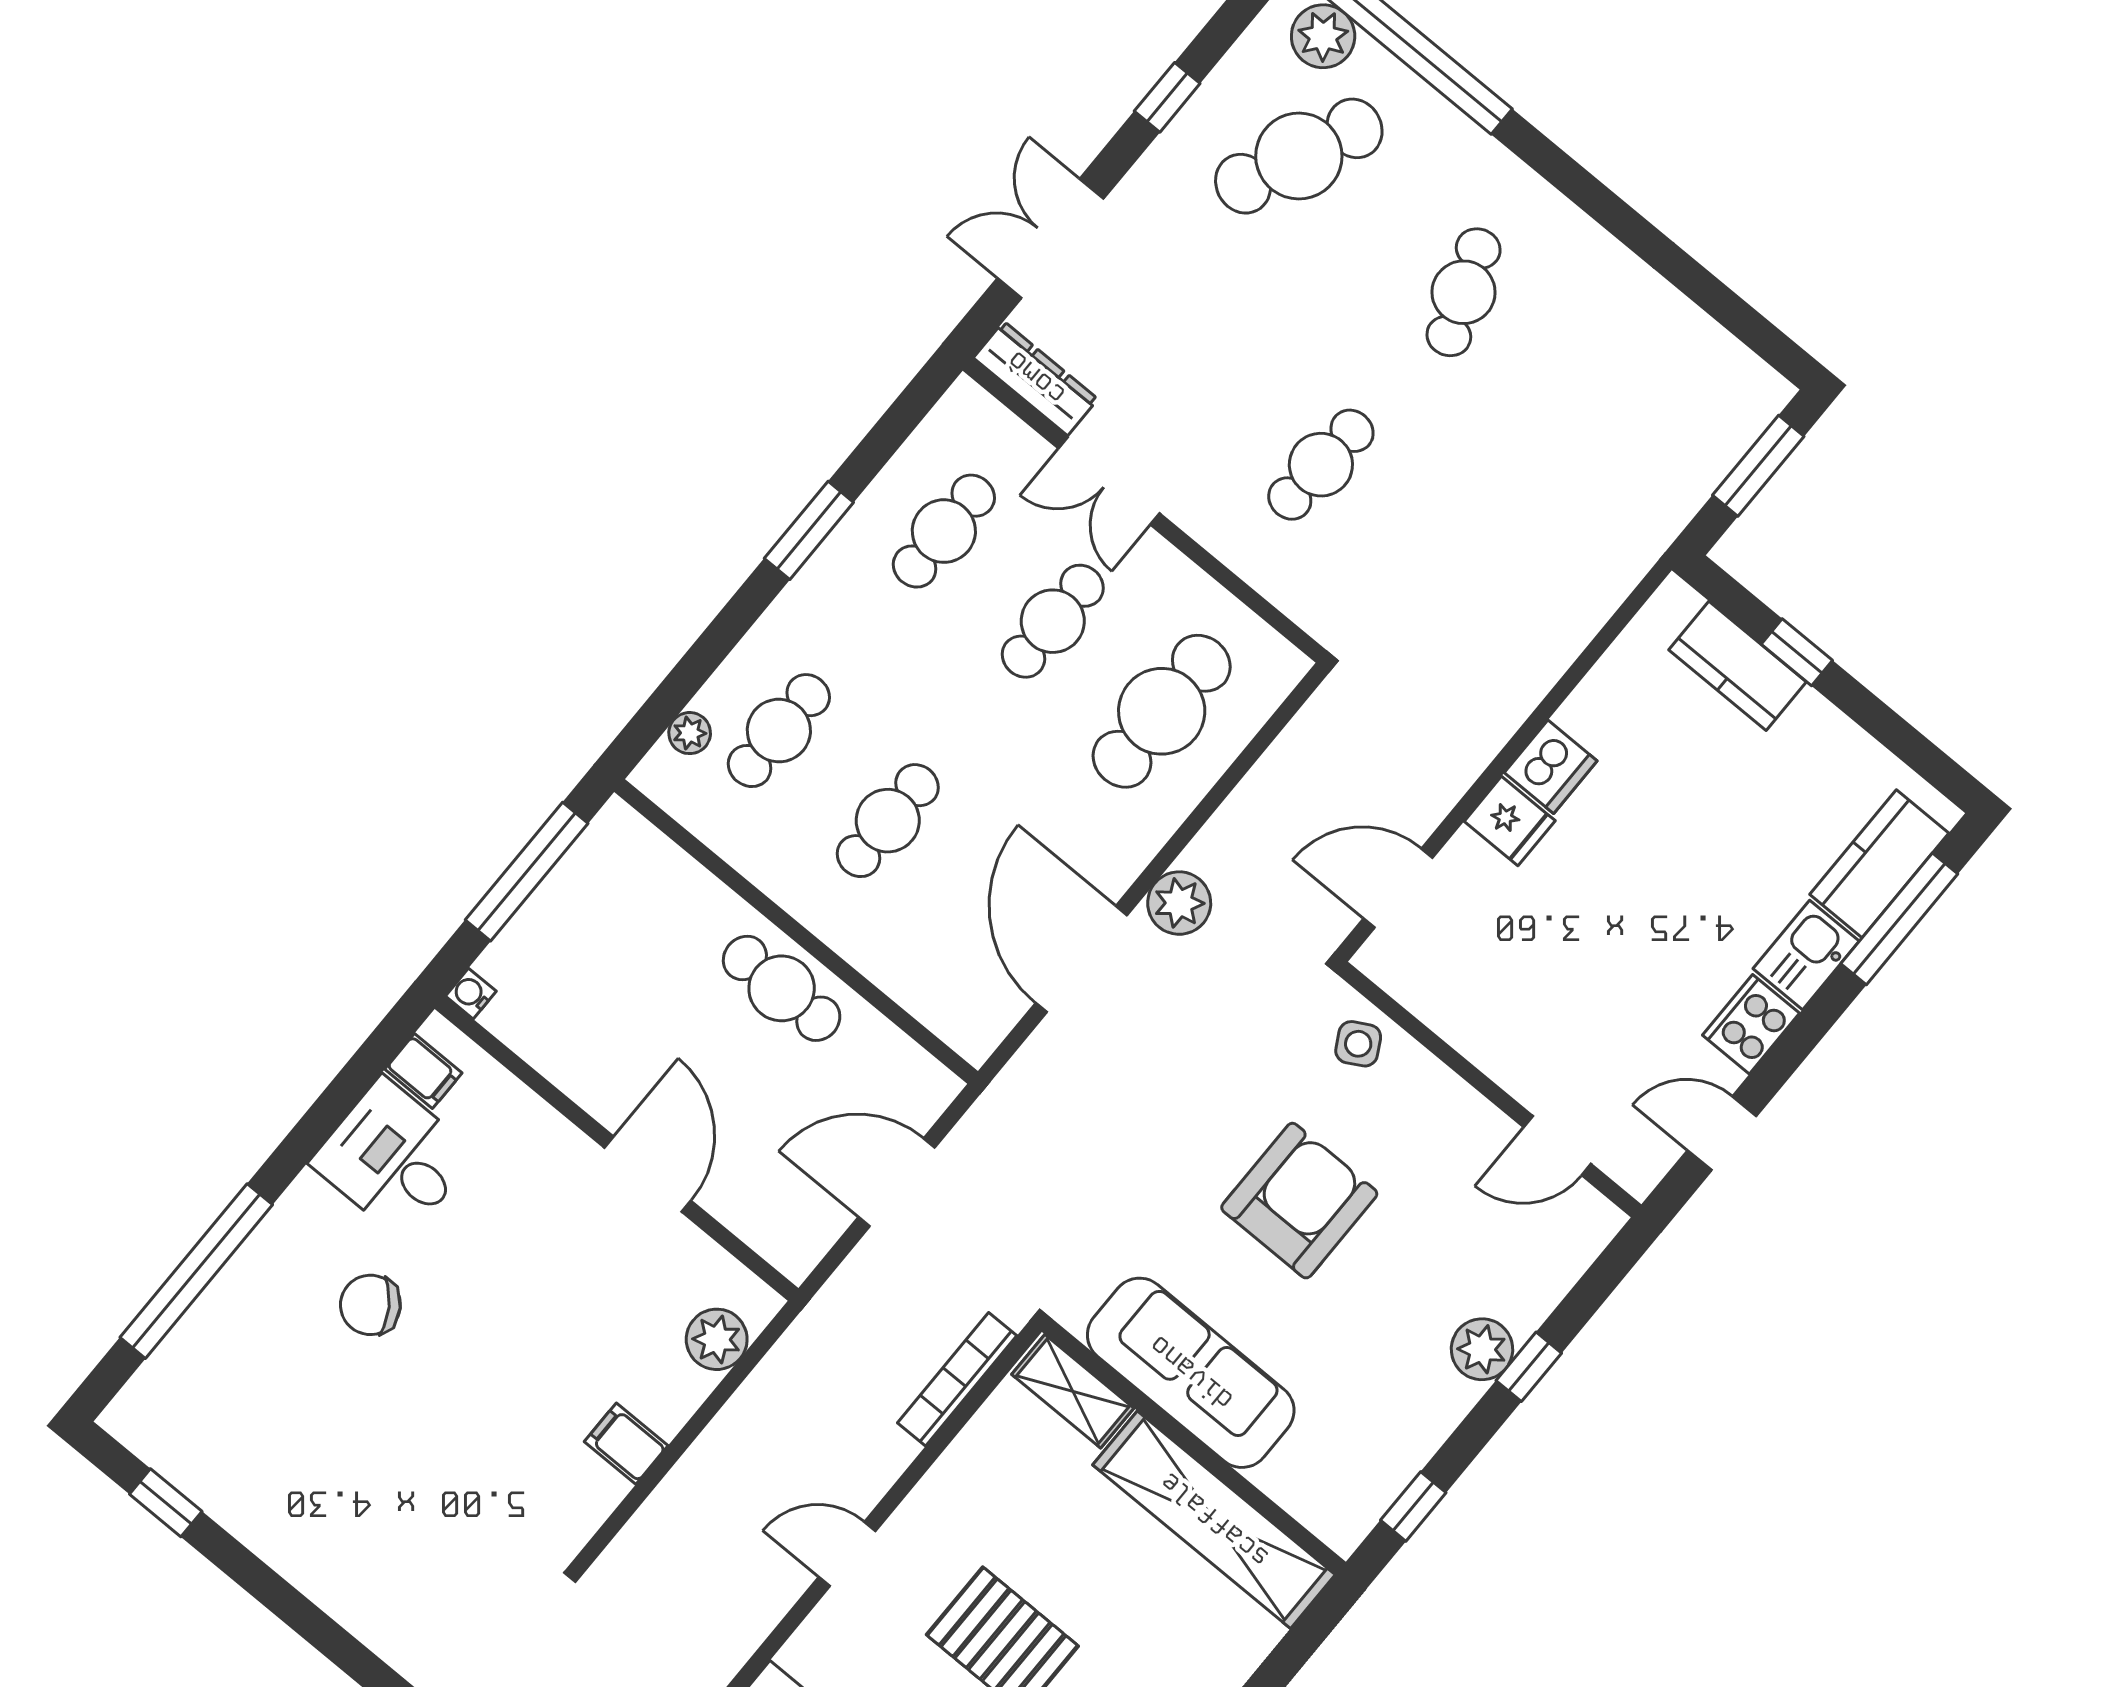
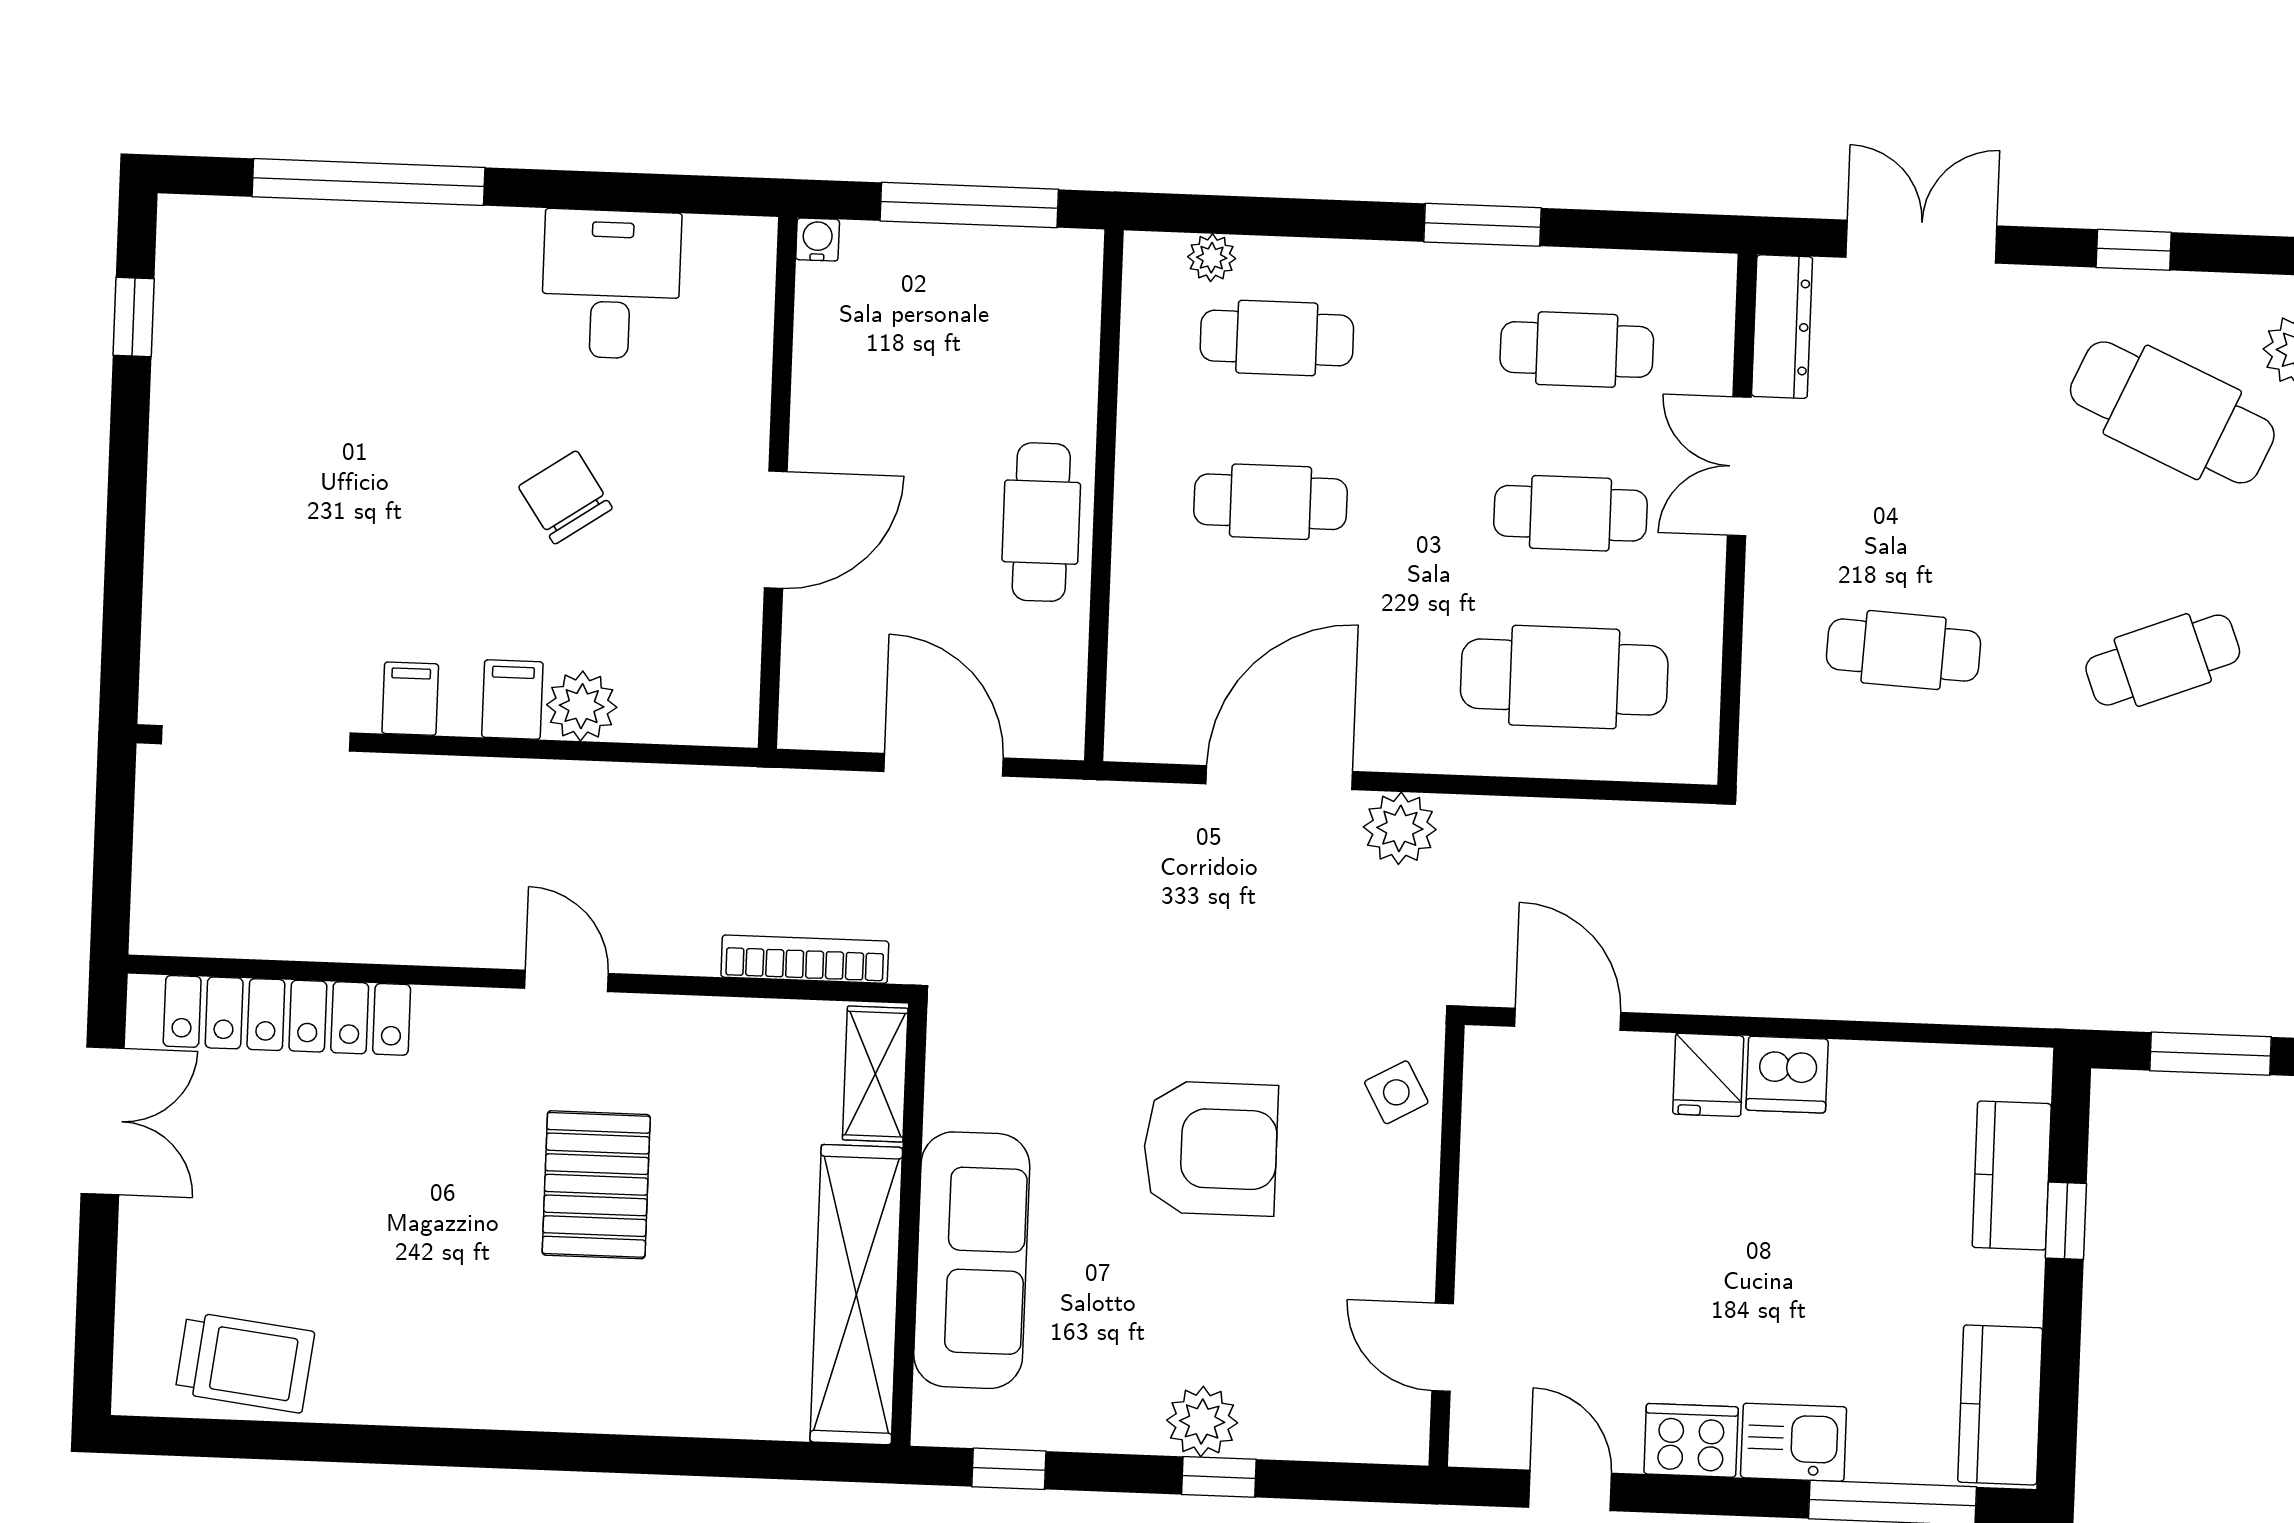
kitchen counter: (1879, 864) -> (2000, 1405), moved, turned -90
filing cabinet: (423, 1071) -> (410, 699), moved, turned 180
chair: (370, 1305) -> (565, 497), moved
plant: (717, 1339) -> (582, 706), moved
sofa: (1191, 1373) -> (972, 1260), moved

